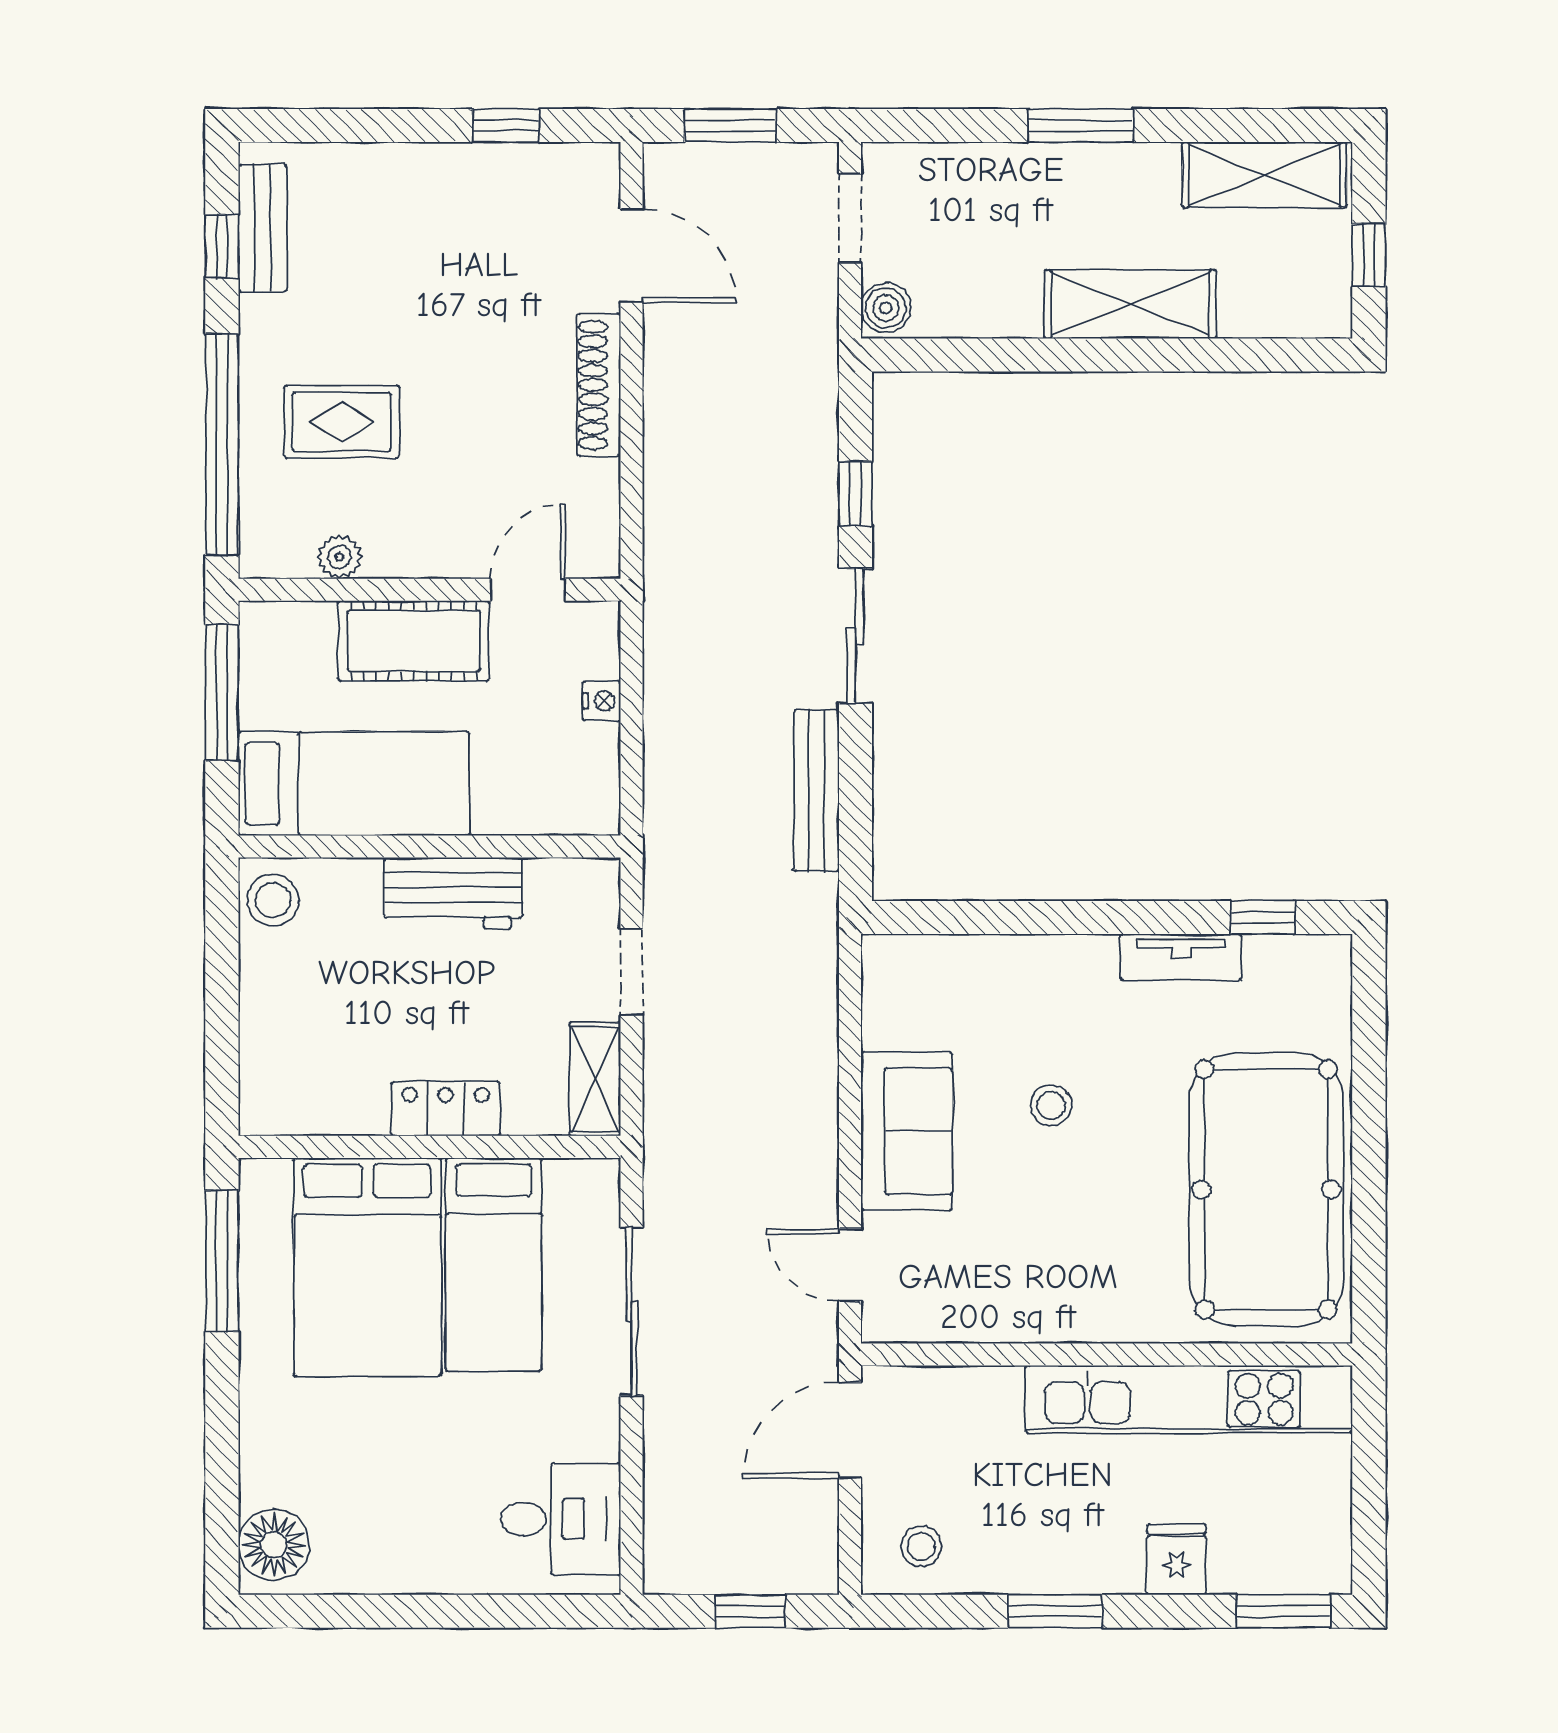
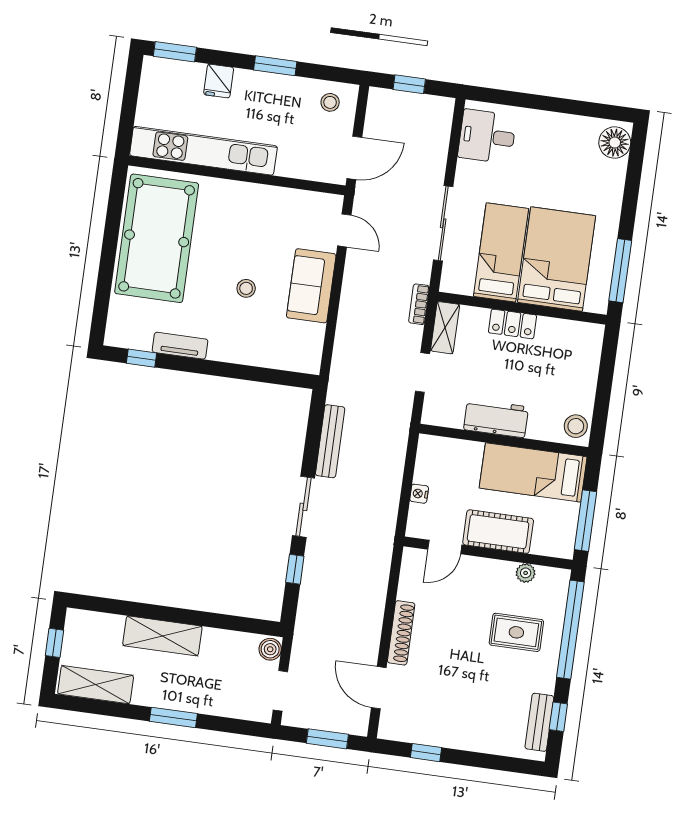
bookcase: (660, 1124) -> (419, 304), added

